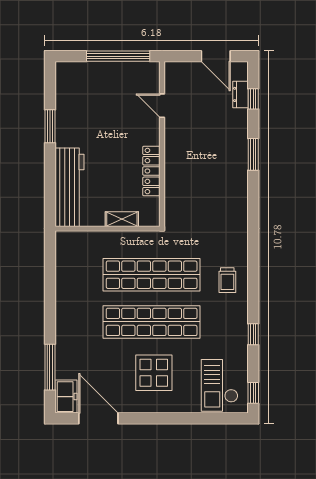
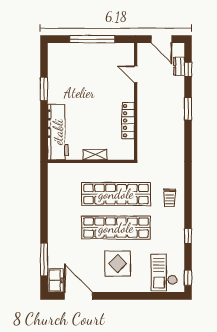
door: (162, 106) -> (136, 74), moved
wall: (162, 144) -> (136, 101), moved
locker: (151, 171) -> (128, 121), moved

